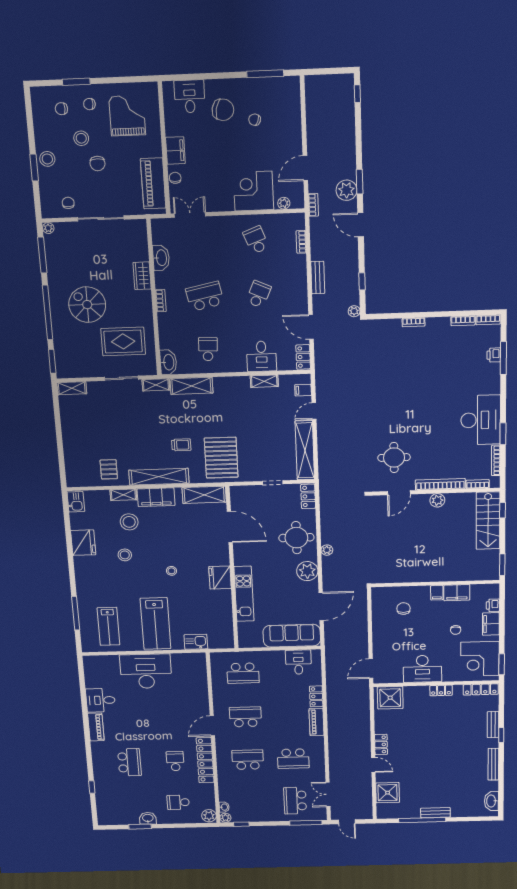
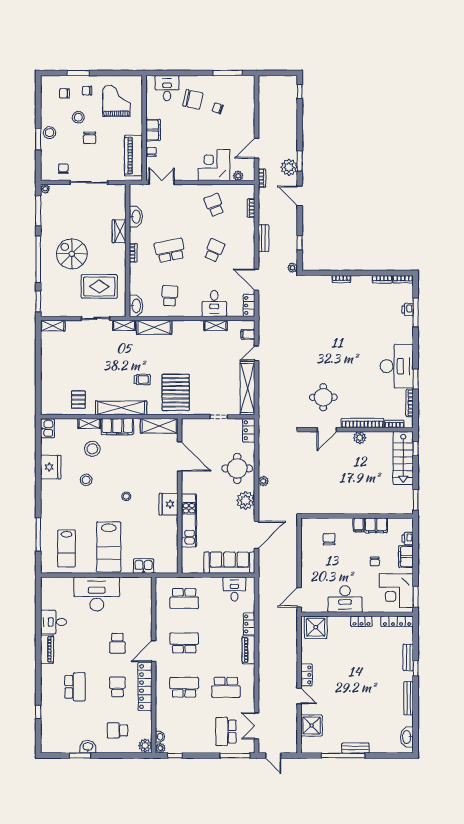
school desk: (172, 719) -> (117, 643), added

